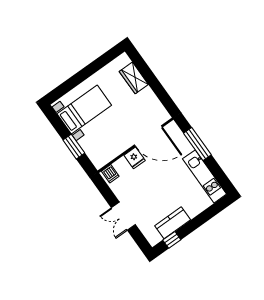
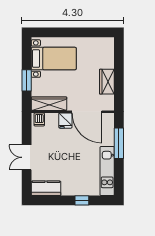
wardrobe: (134, 78) -> (107, 82), moved
wardrobe: (109, 153) -> (49, 104), added
kitchen counter: (173, 223) -> (46, 188), moved
window: (172, 240) -> (82, 200), moved

